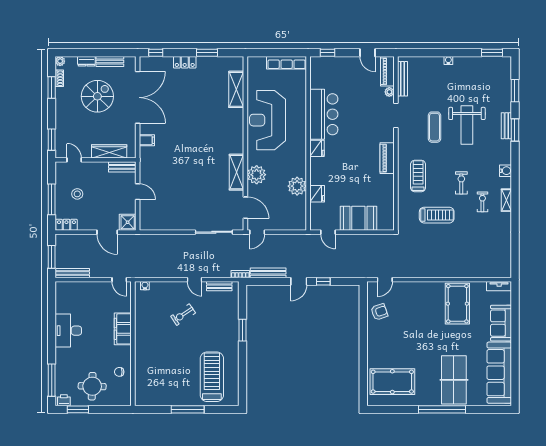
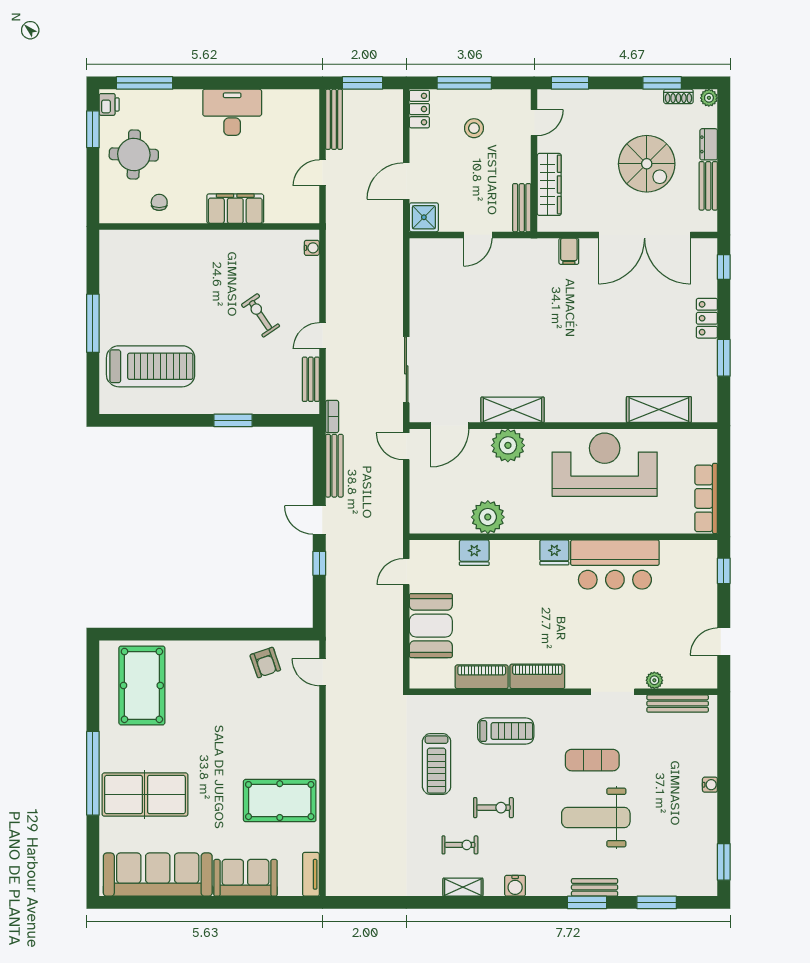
piano: (387, 71) -> (482, 677), moved
door: (119, 280) -> (322, 173), moved

